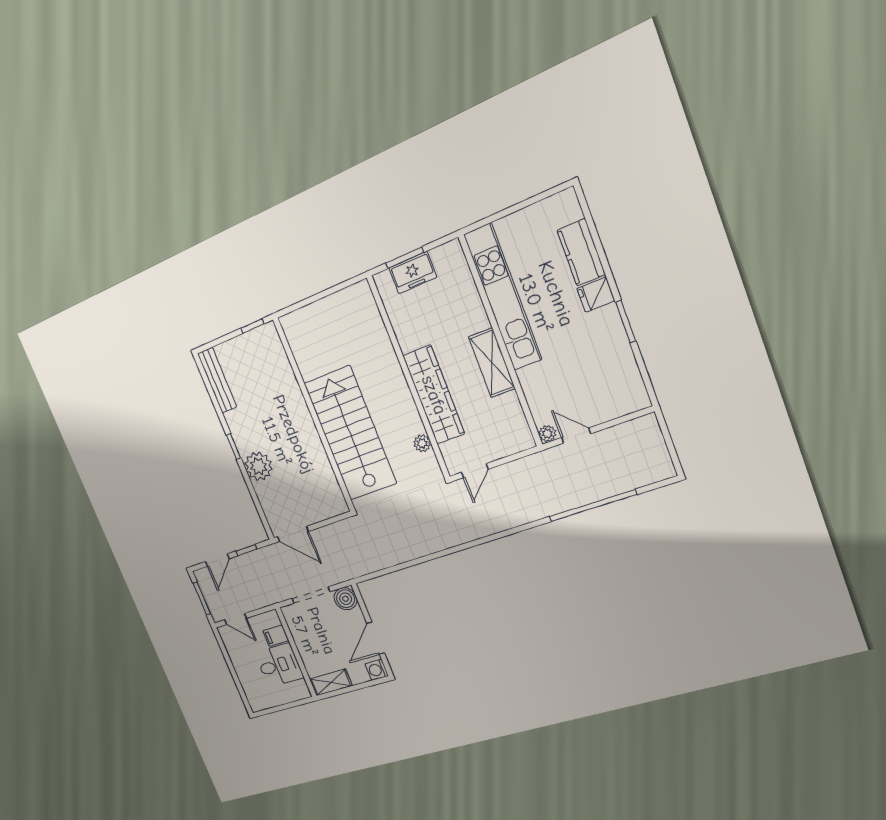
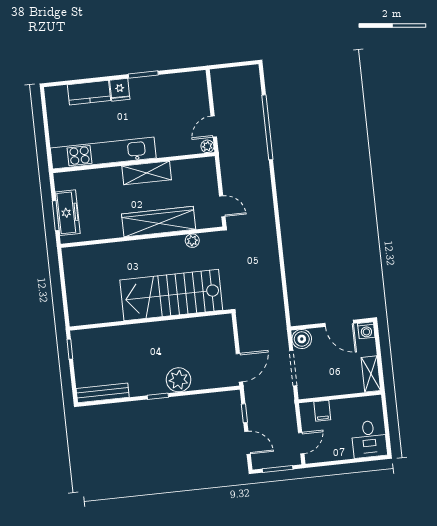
freezer: (413, 273) -> (68, 213), width x1.40
desk: (279, 665) -> (369, 439), moved, turned 180

